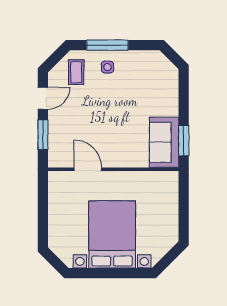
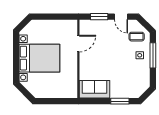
window: (184, 141) -> (120, 101), moved

